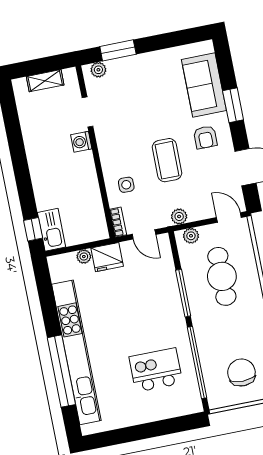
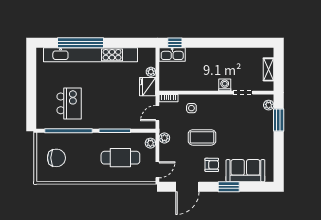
armchair: (205, 137) -> (212, 165), turned 180

